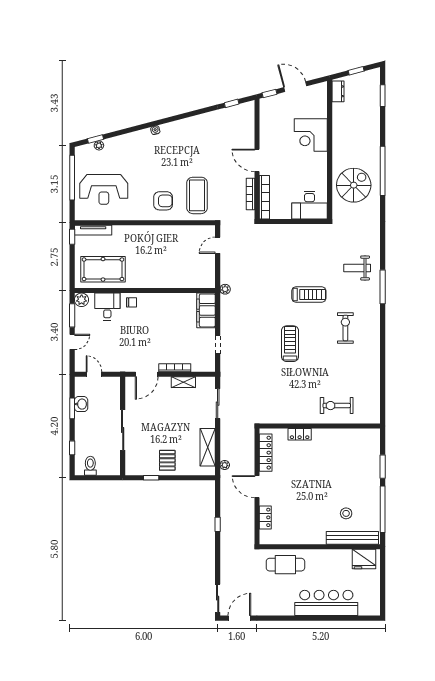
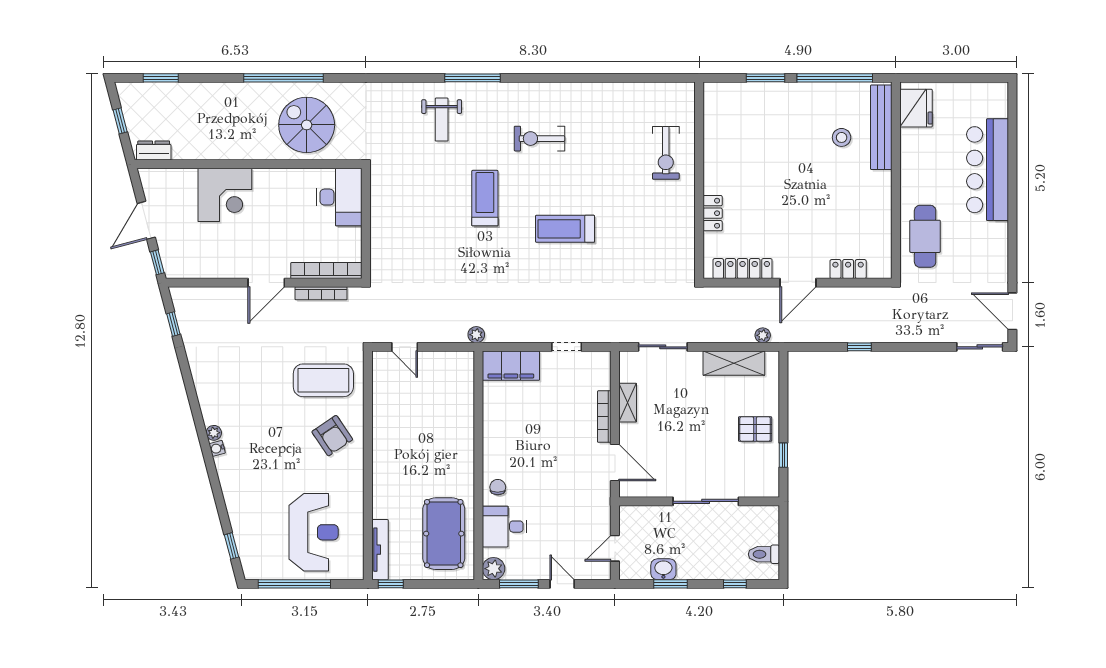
plant: (99, 145) -> (214, 433), moved
armchair: (163, 201) -> (332, 436), turned 146

